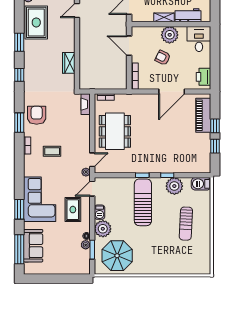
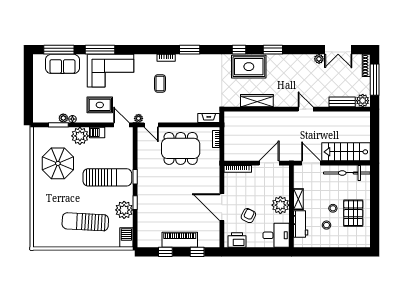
rug: (36, 22) -> (249, 67), moved
armchair: (163, 58) -> (248, 216), moved
wardrobe: (69, 63) -> (257, 101), width x1.50
armchair: (37, 115) -> (197, 68), removed
piano: (203, 115) -> (180, 240), moved
window: (215, 126) -> (197, 252), moved
window: (19, 209) -> (100, 50), width x1.44
sun lounger: (186, 224) -> (85, 222), width x1.36, depth x1.34
parasol: (117, 256) -> (58, 163), moved

